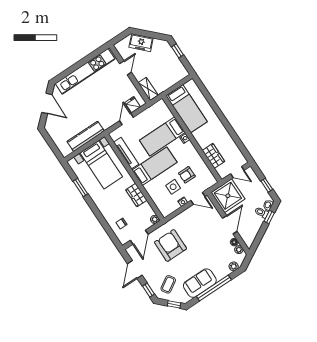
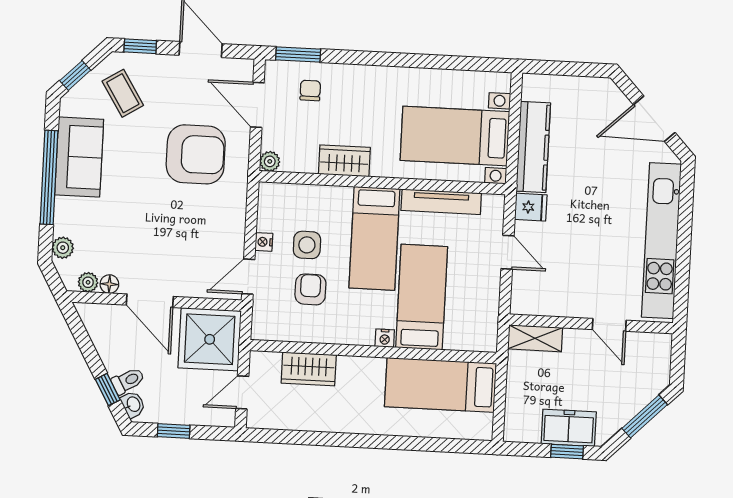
window: (147, 34) -> (645, 416), added
freezer: (141, 43) -> (569, 428), moved, turned 45
fridge: (133, 105) -> (531, 207), moved
window: (80, 187) -> (298, 55), moved

